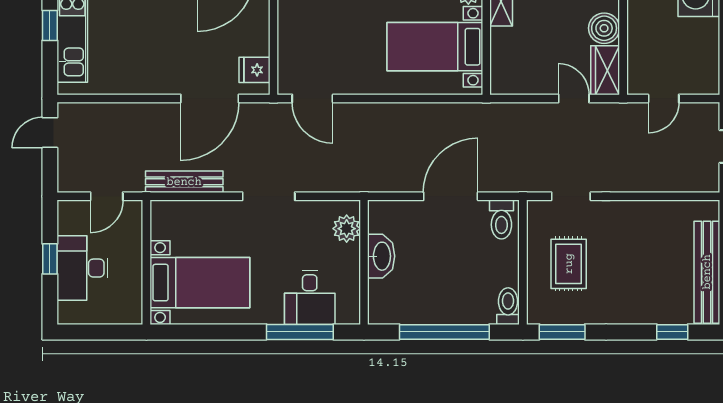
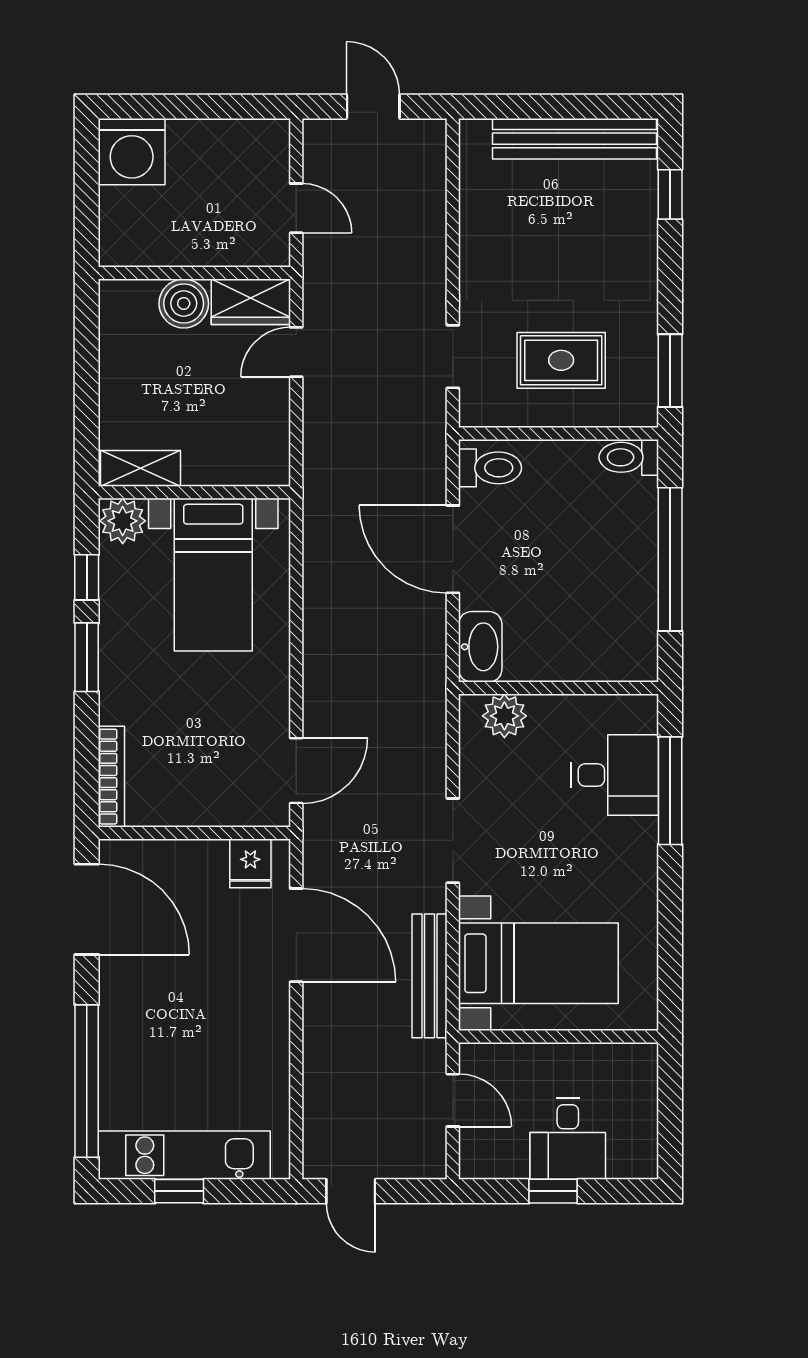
washbasin: (381, 256) -> (480, 647), moved, turned 90
desk: (83, 268) -> (568, 1139), width x0.73
bed with nightstands: (200, 283) -> (538, 963), moved, turned 90

